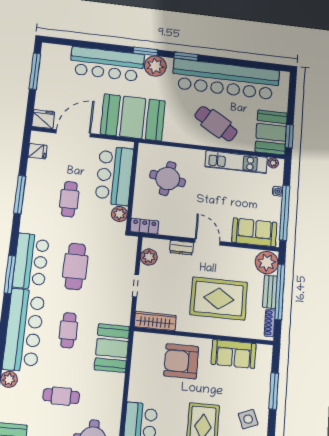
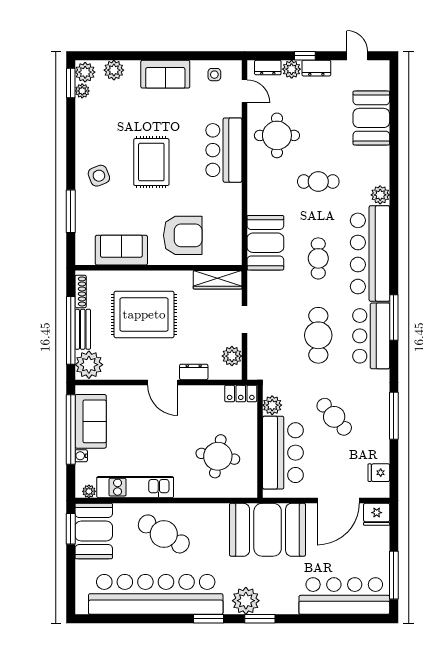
bar counter: (107, 64) -> (344, 596), moved
cafe table: (69, 199) -> (334, 417), turned -41
sofa: (254, 232) -> (91, 421), moved, turned -90

